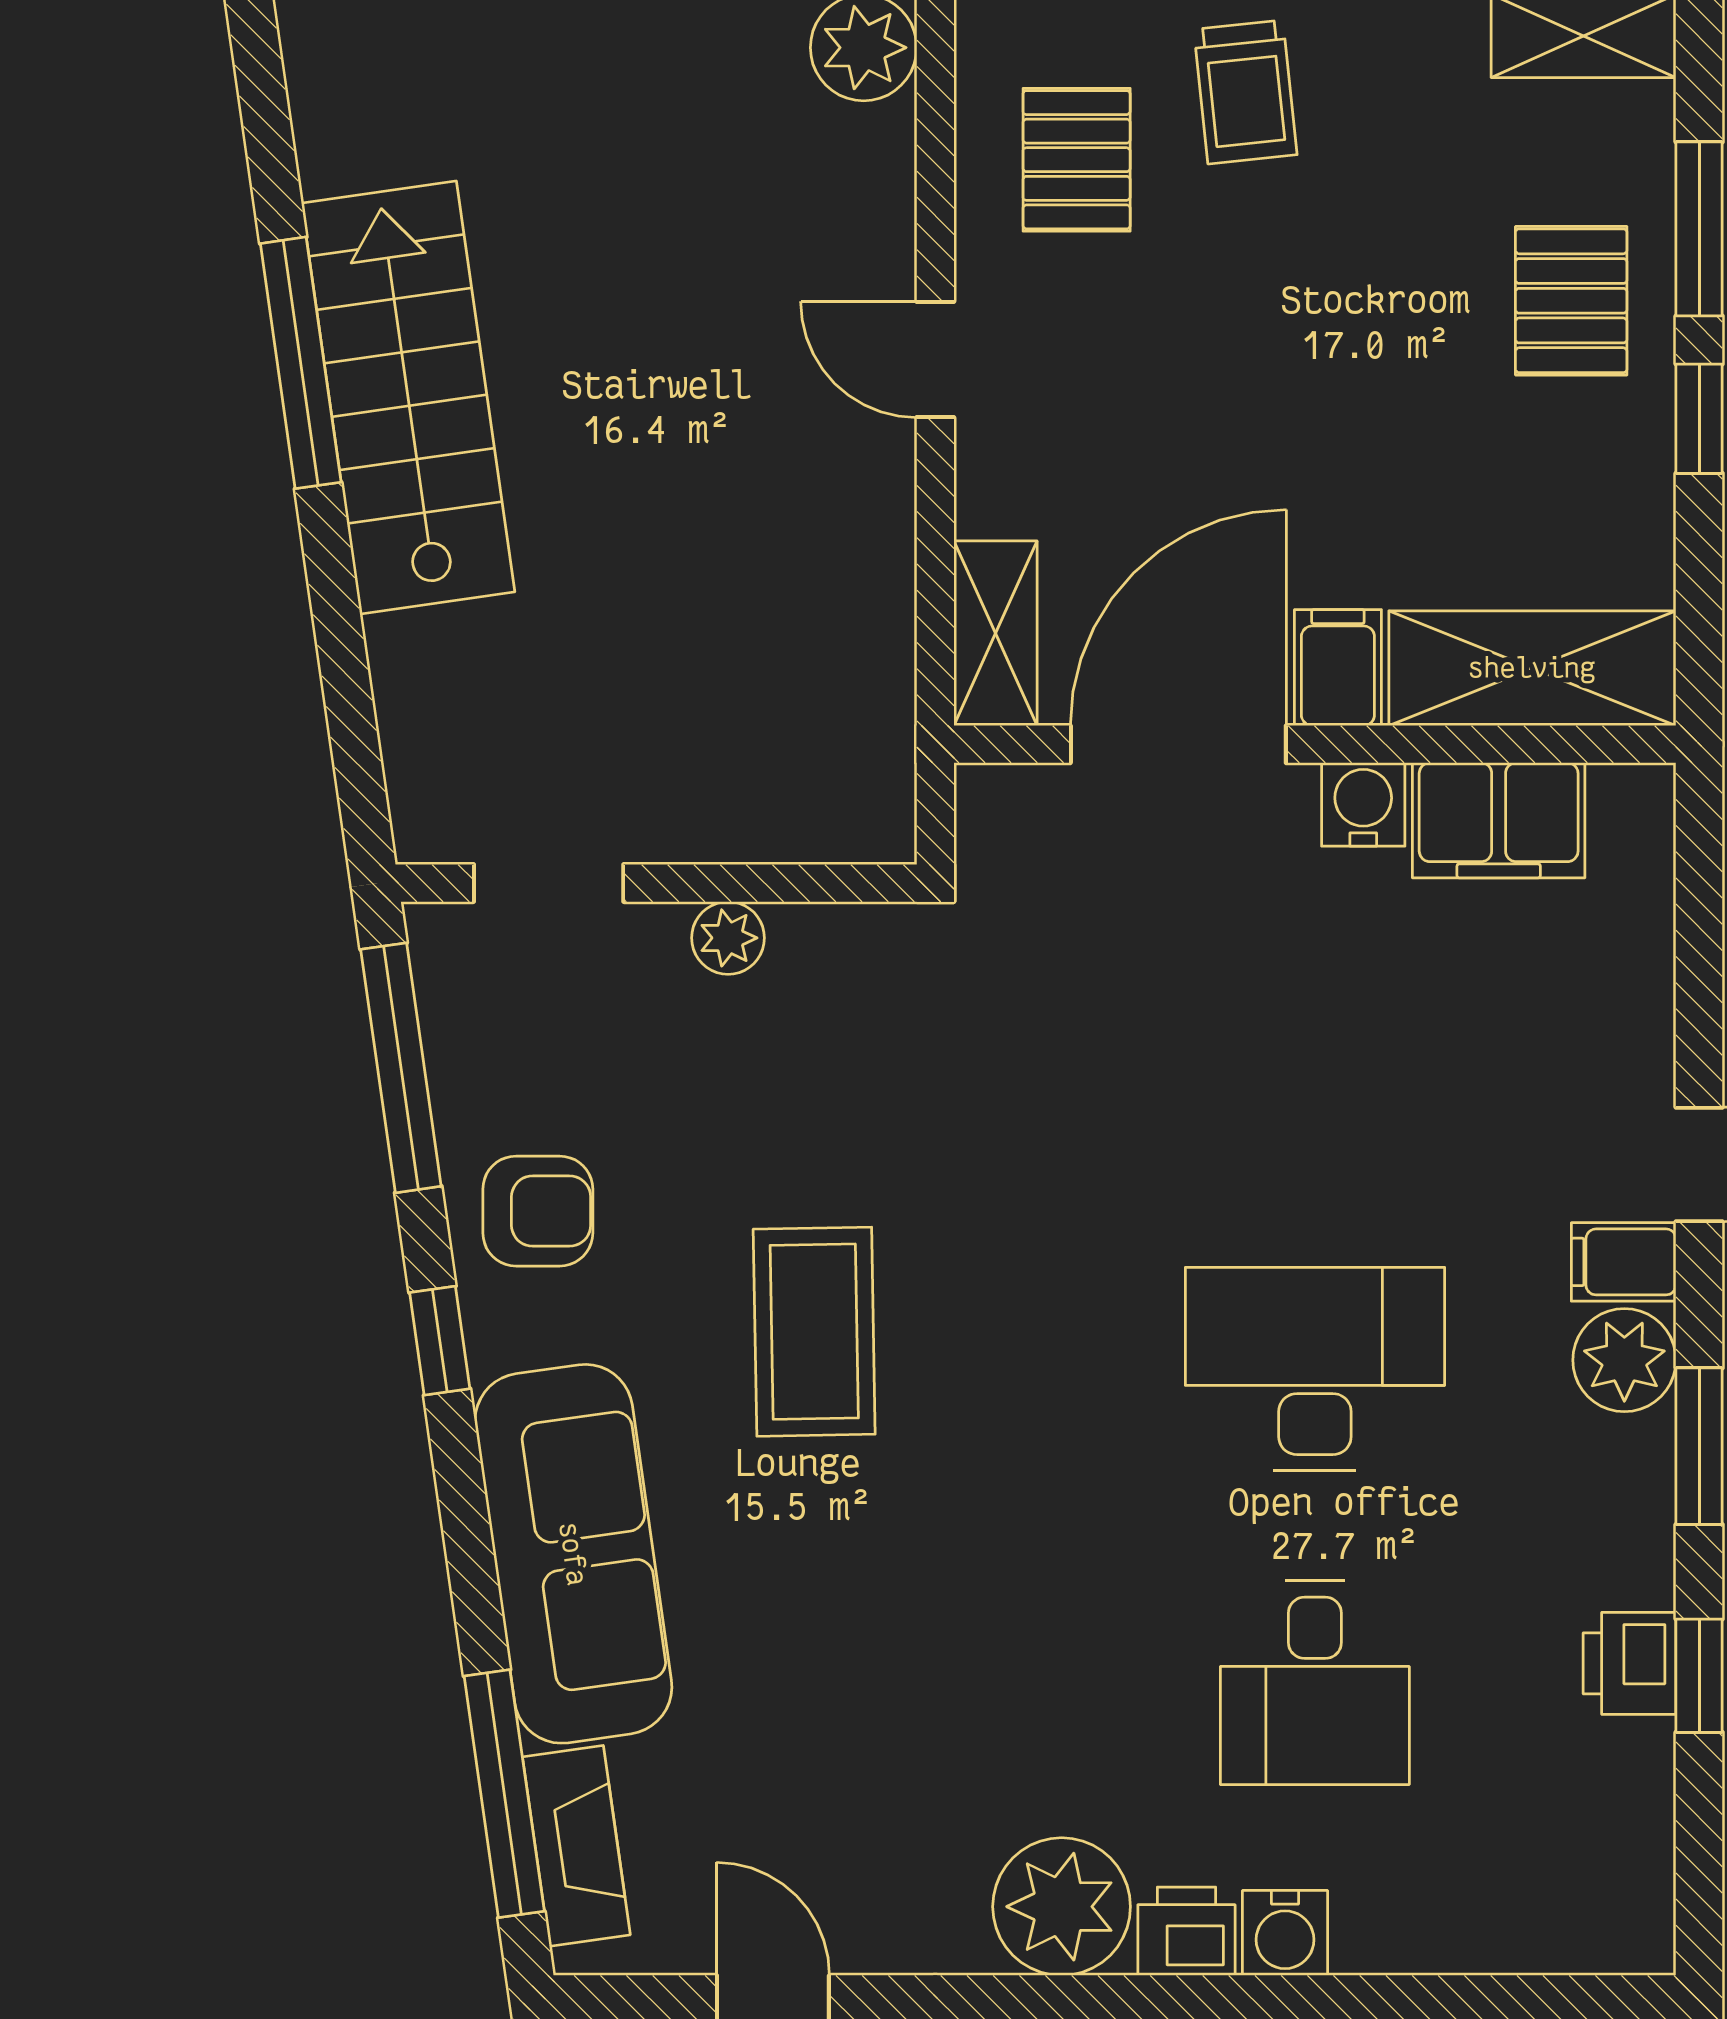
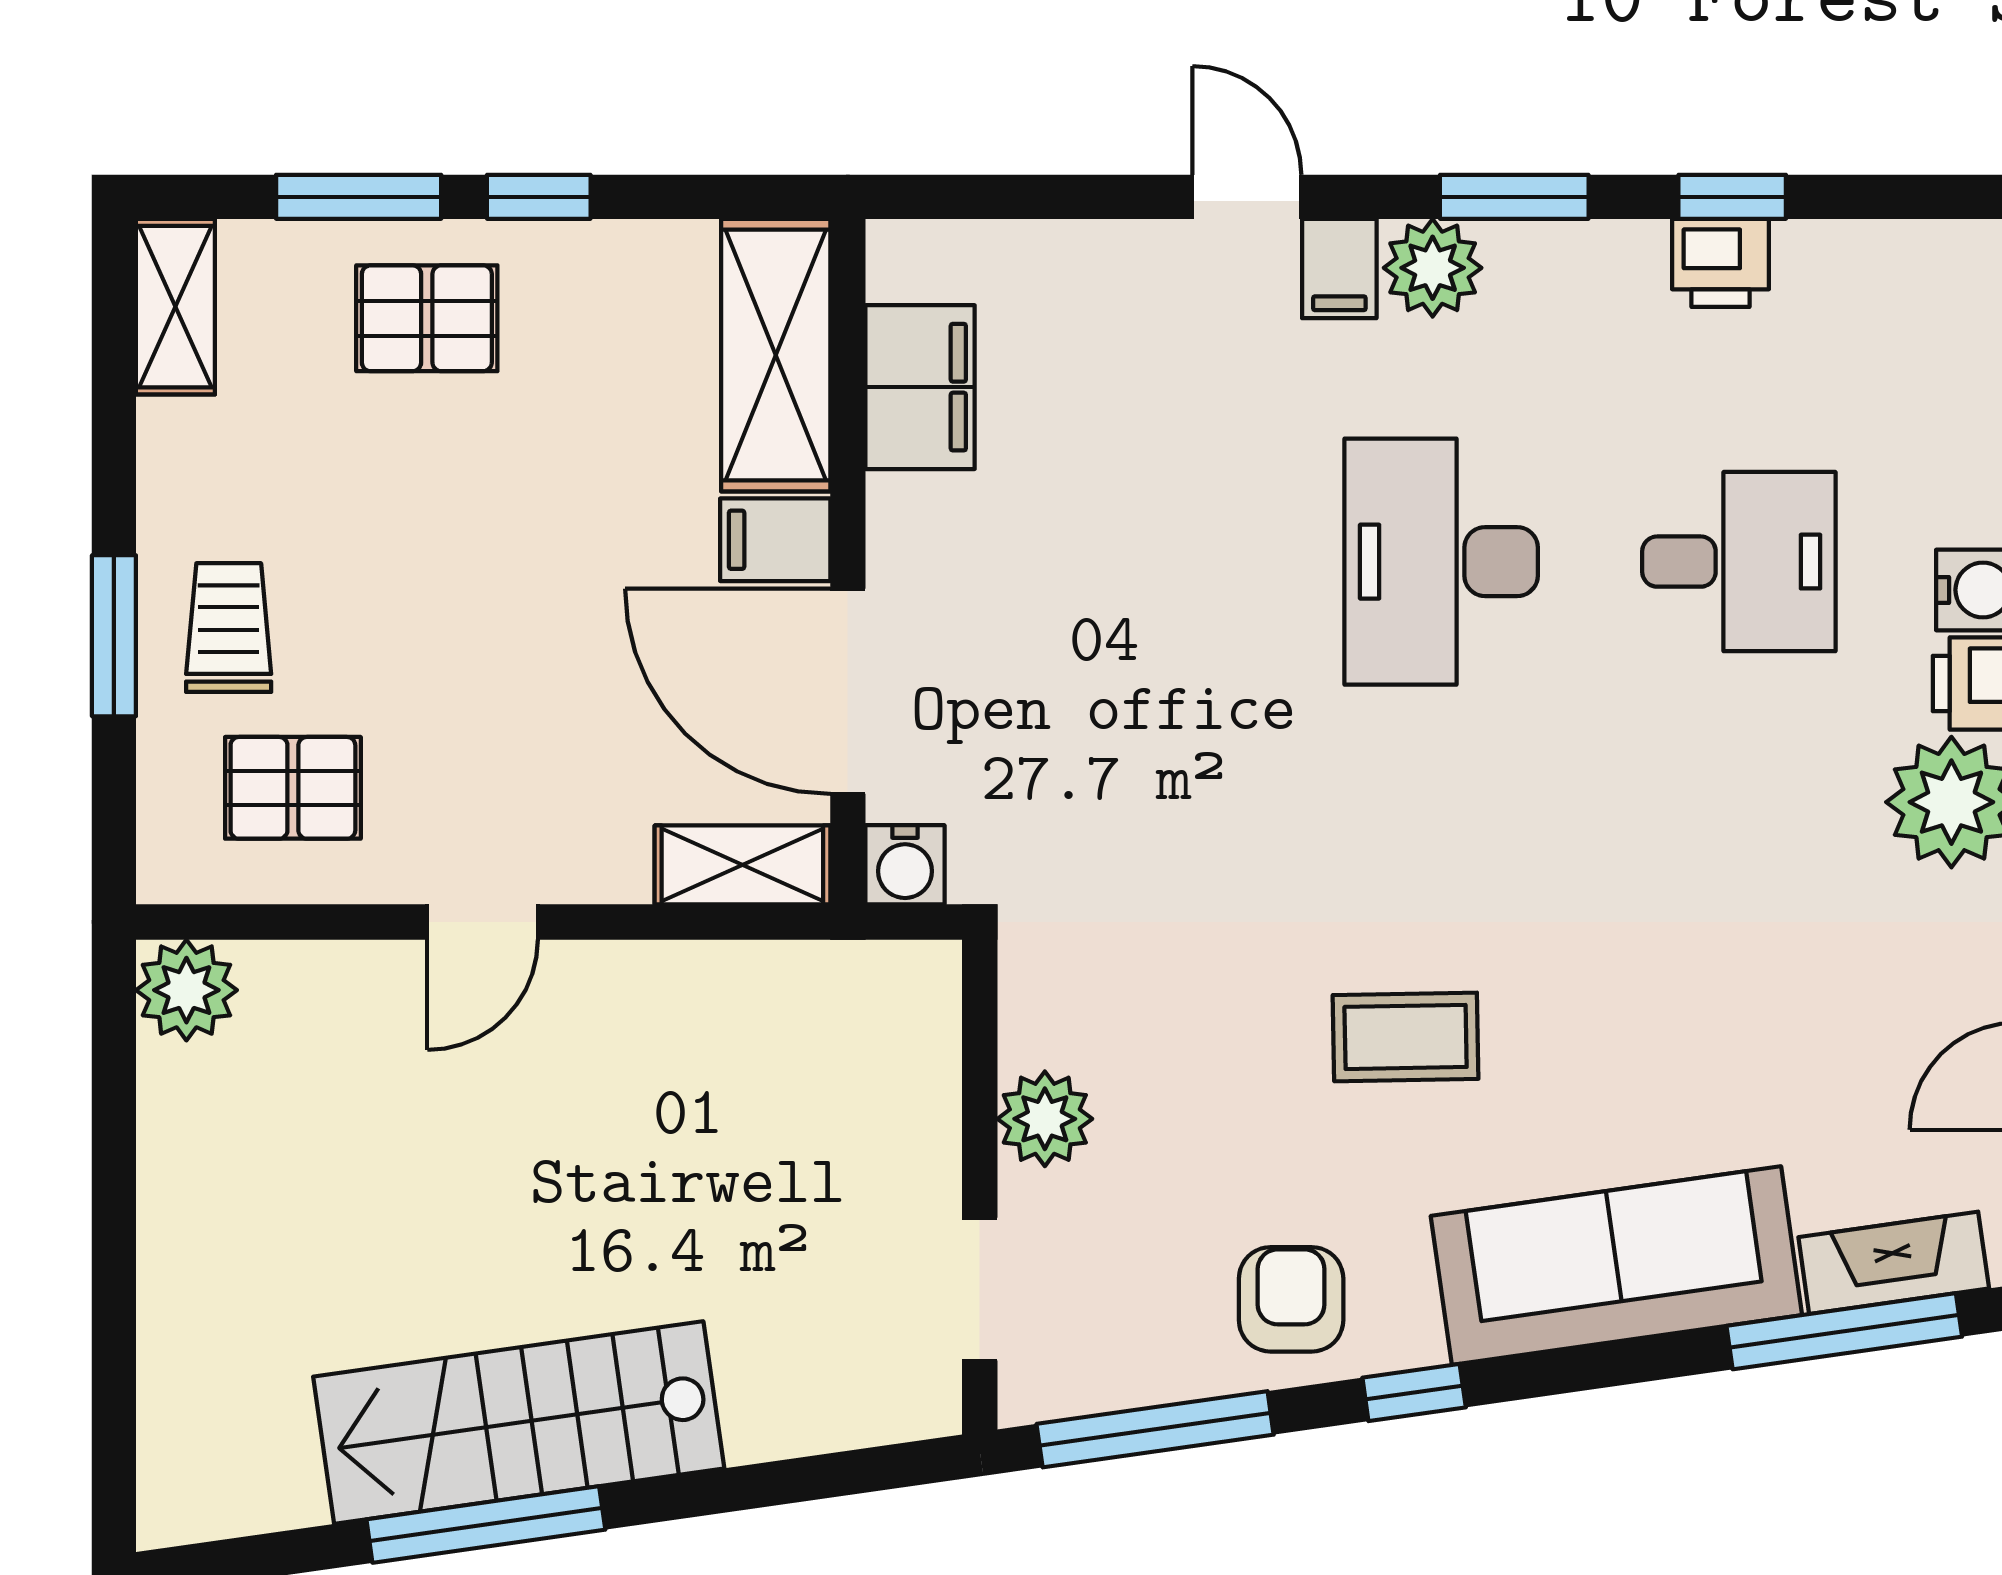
trolley: (1245, 92) -> (229, 628), turned -84
water cooler: (1363, 804) -> (905, 865), moved, turned -90
plant: (728, 938) -> (1045, 1119), width x1.38, depth x1.38
coffee table: (814, 1332) -> (1406, 1037), width x0.73, depth x0.77

